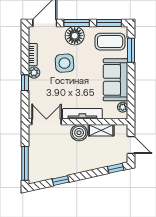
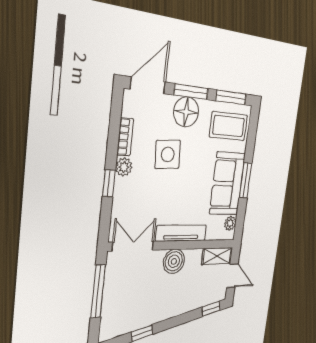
window: (131, 50) -> (245, 180), moved
shelving: (101, 130) -> (217, 256), moved
window: (25, 163) -> (98, 291), moved

